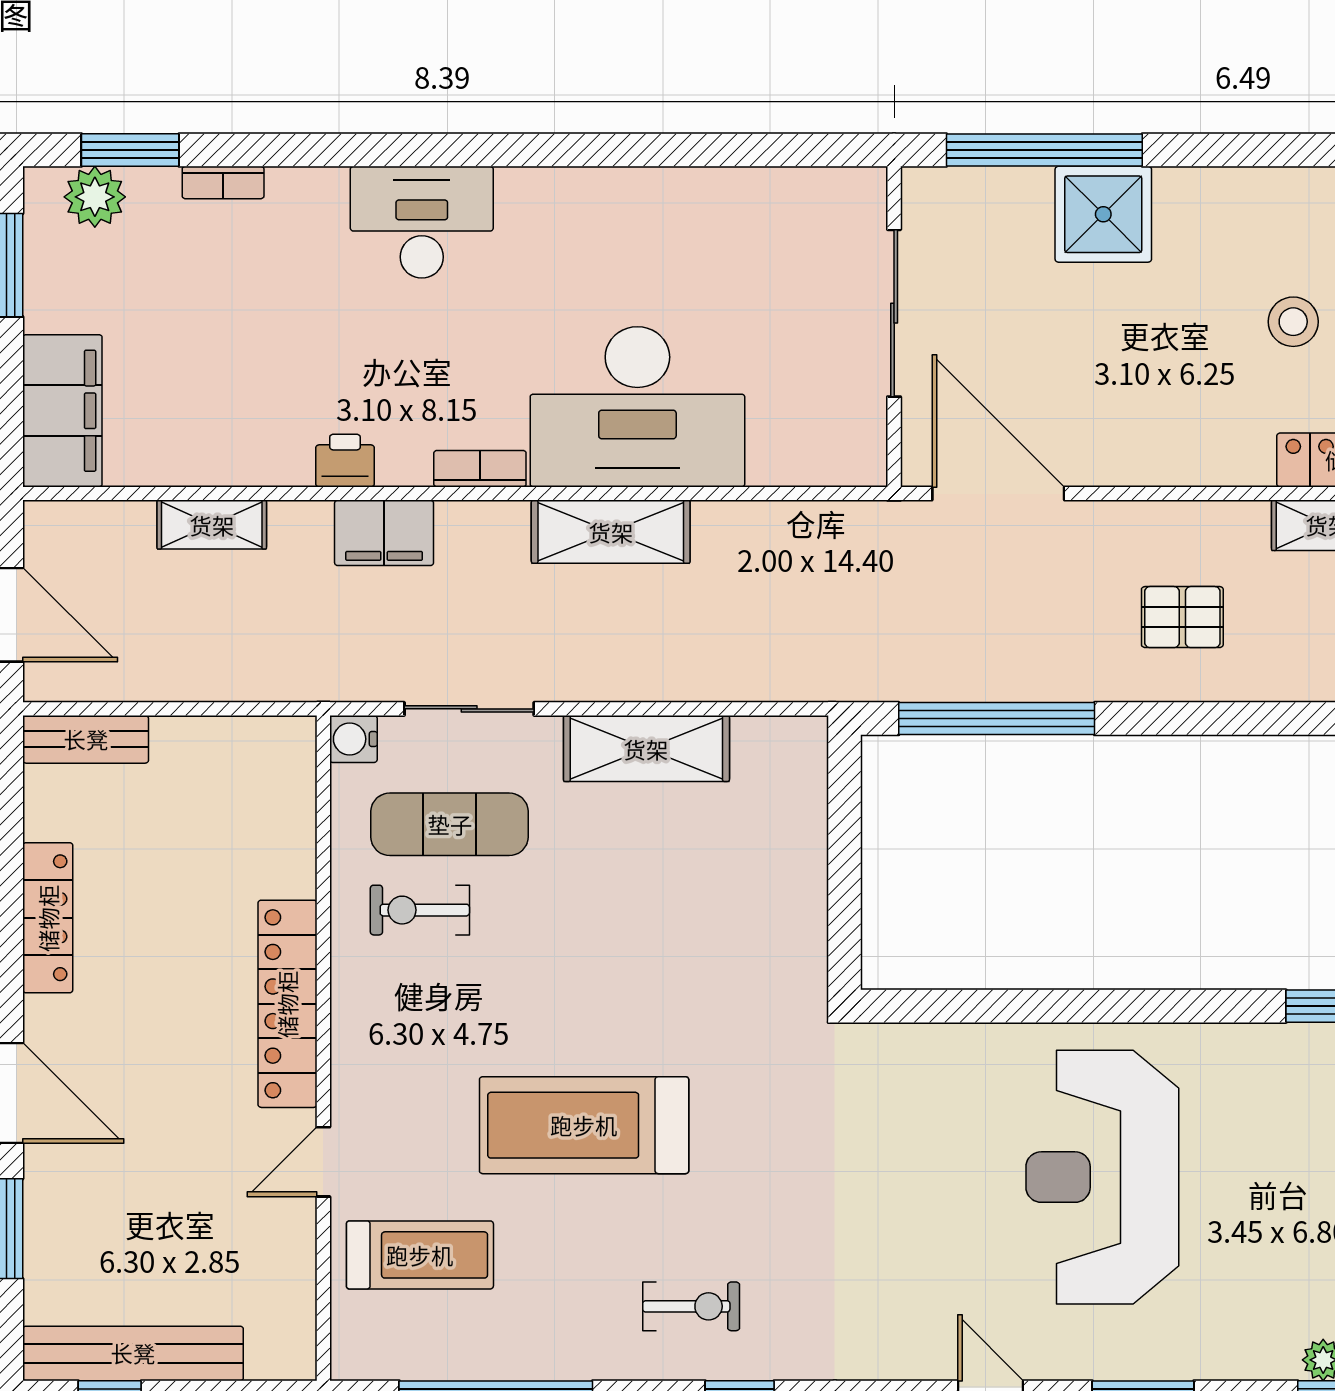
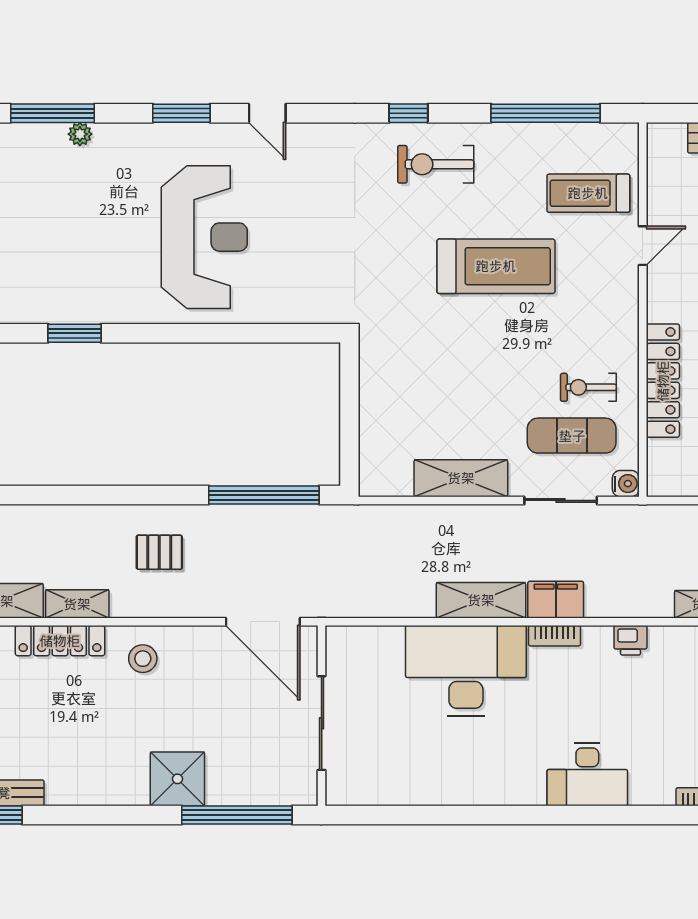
shower: (1103, 214) -> (177, 779), moved
stool: (1293, 322) -> (143, 659), moved
filing cabinet: (384, 533) -> (556, 600), moved
exercise bike: (420, 910) -> (588, 387), turned 180
locker: (287, 1004) -> (663, 381), moved
exercise bike: (691, 1306) -> (436, 164), width x1.38, depth x1.39

